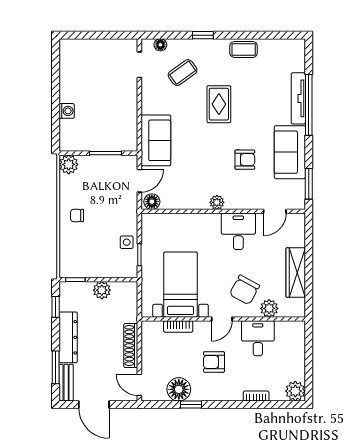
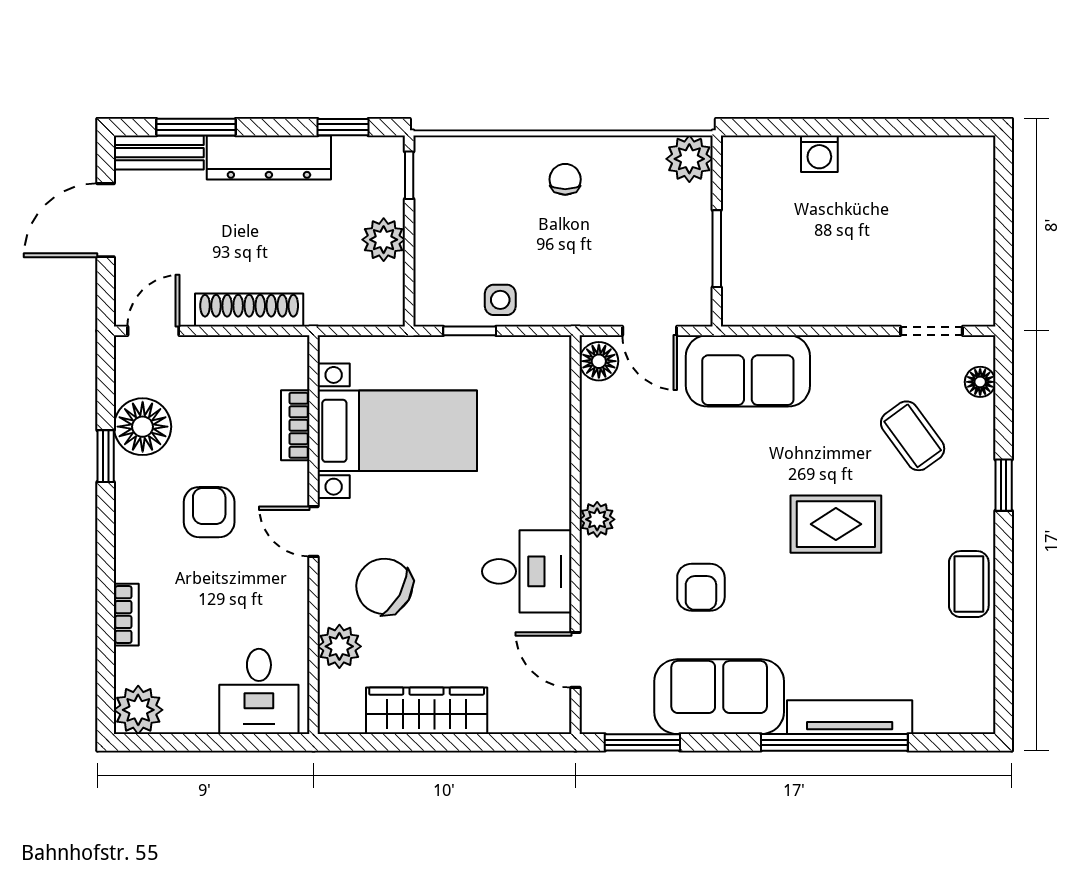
desk: (258, 338) -> (259, 691), moved, turned 90

